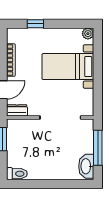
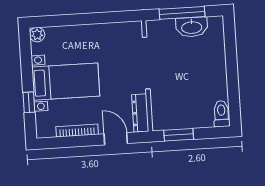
bed with nightstands: (68, 67) -> (66, 82), moved, turned -90
dresser: (17, 110) -> (140, 113), width x1.44
washbasin: (86, 166) -> (192, 27), moved

